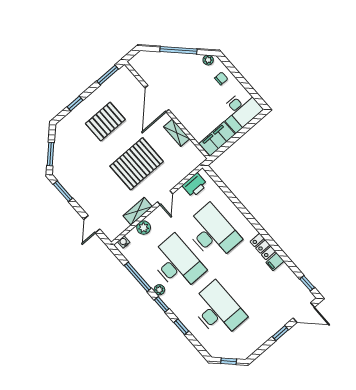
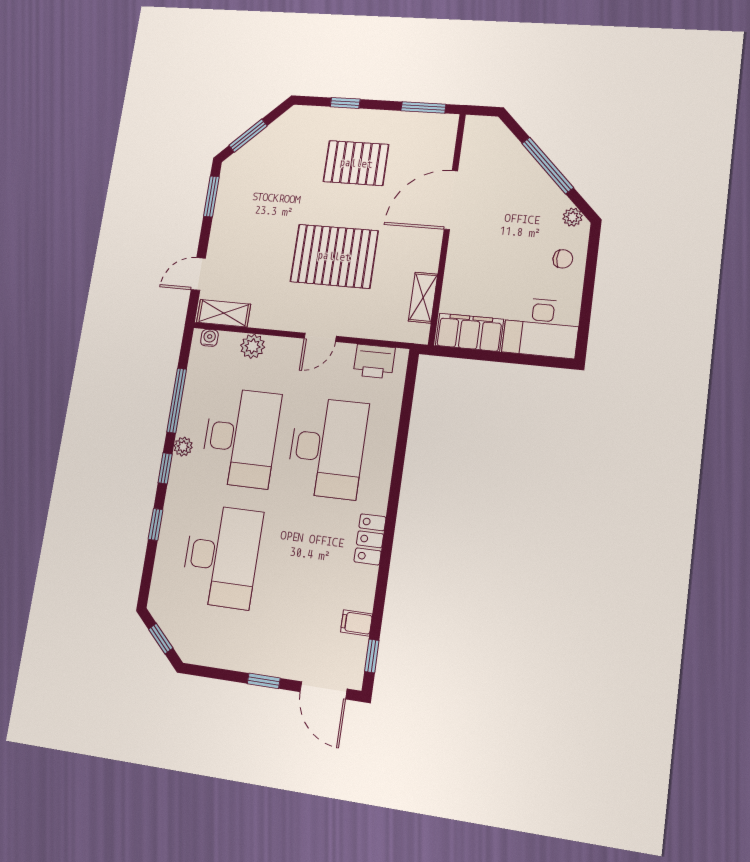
shelving: (177, 133) -> (423, 298), moved
shelving: (138, 211) -> (224, 313), moved
filing cabinet: (275, 262) -> (356, 623), moved

